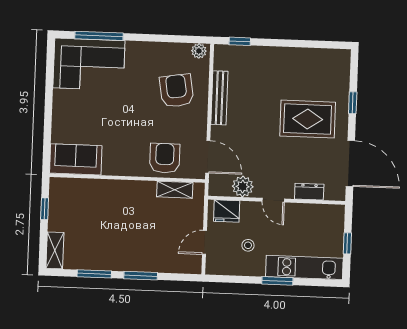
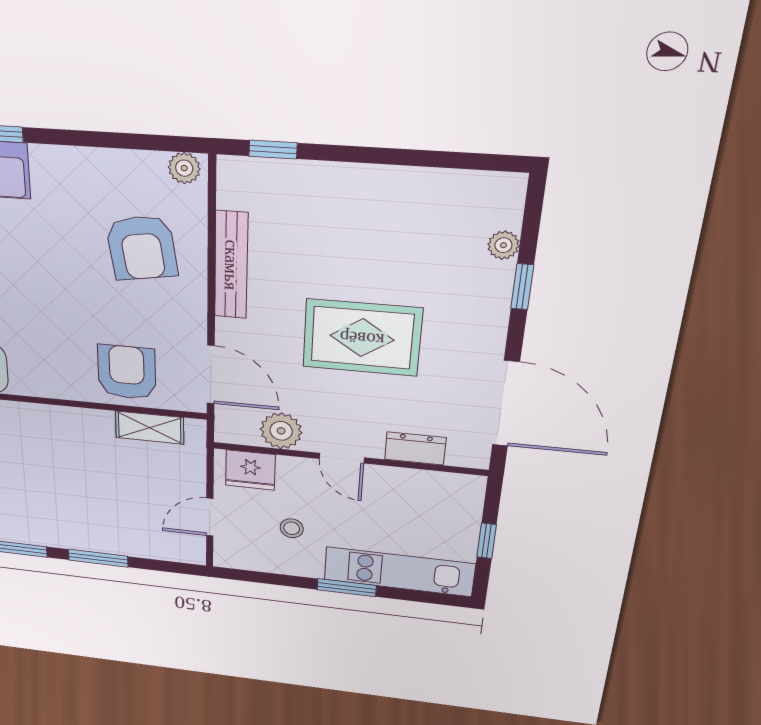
plant: (343, 83) -> (503, 245), added
armchair: (177, 91) -> (142, 248), turned 180
rug: (308, 119) -> (362, 338), moved

